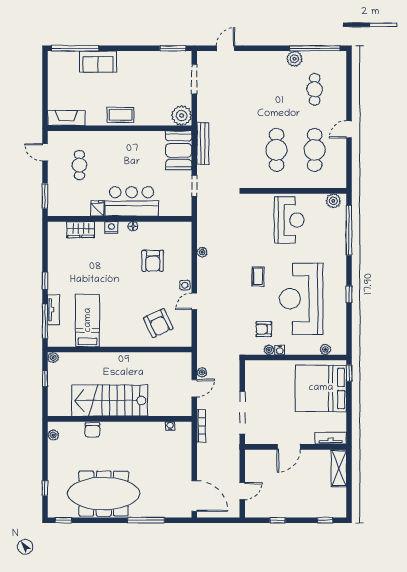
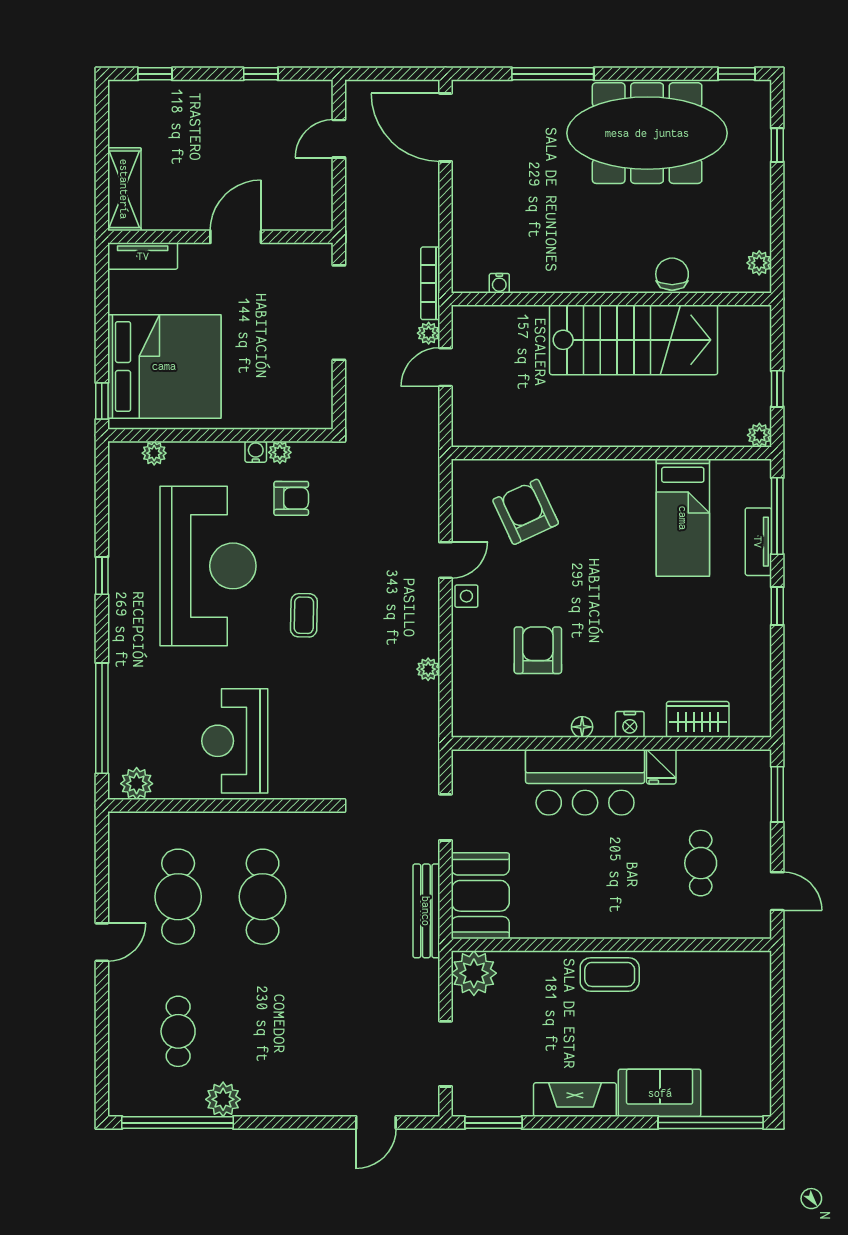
fireplace: (66, 118) -> (575, 1100), moved, turned 180
plant: (202, 372) -> (429, 333), moved

